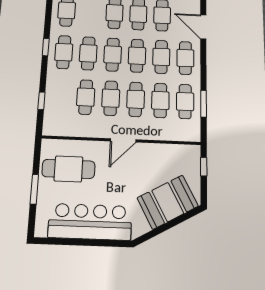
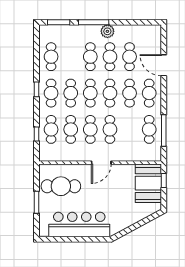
cafe table: (160, 100) -> (51, 129), moved
window: (203, 104) -> (164, 131), width x1.44
booth: (168, 202) -> (148, 183), moved, turned -62

